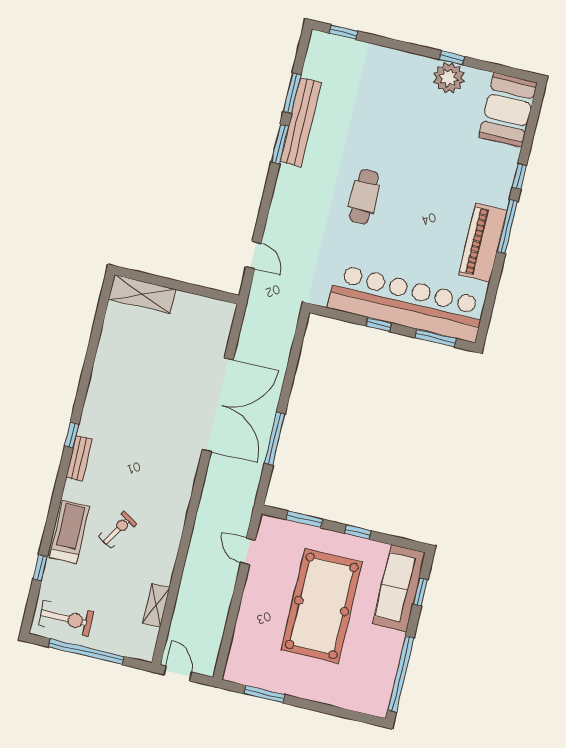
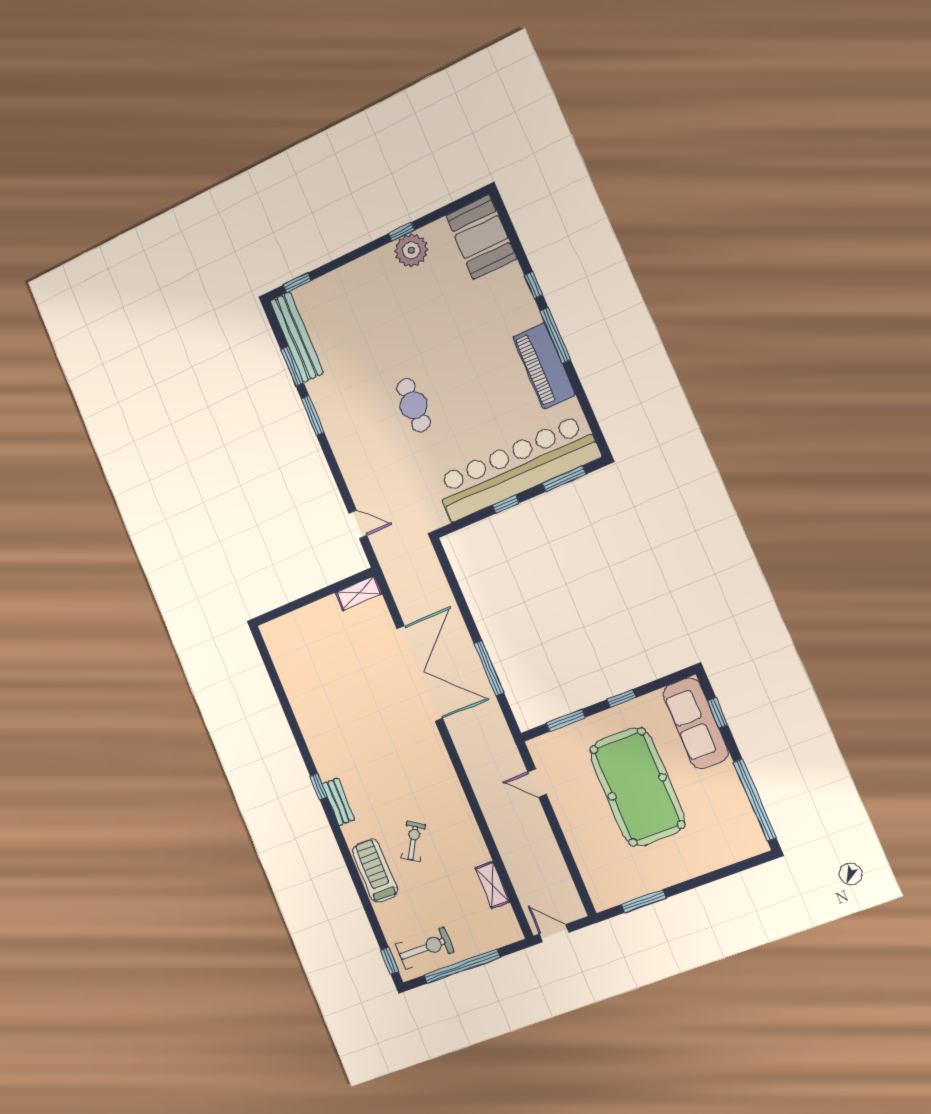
bench: (301, 122) -> (297, 337), moved
shelving: (142, 294) -> (358, 593), moved, width x0.67, depth x0.75
window: (40, 567) -> (390, 961), moved

